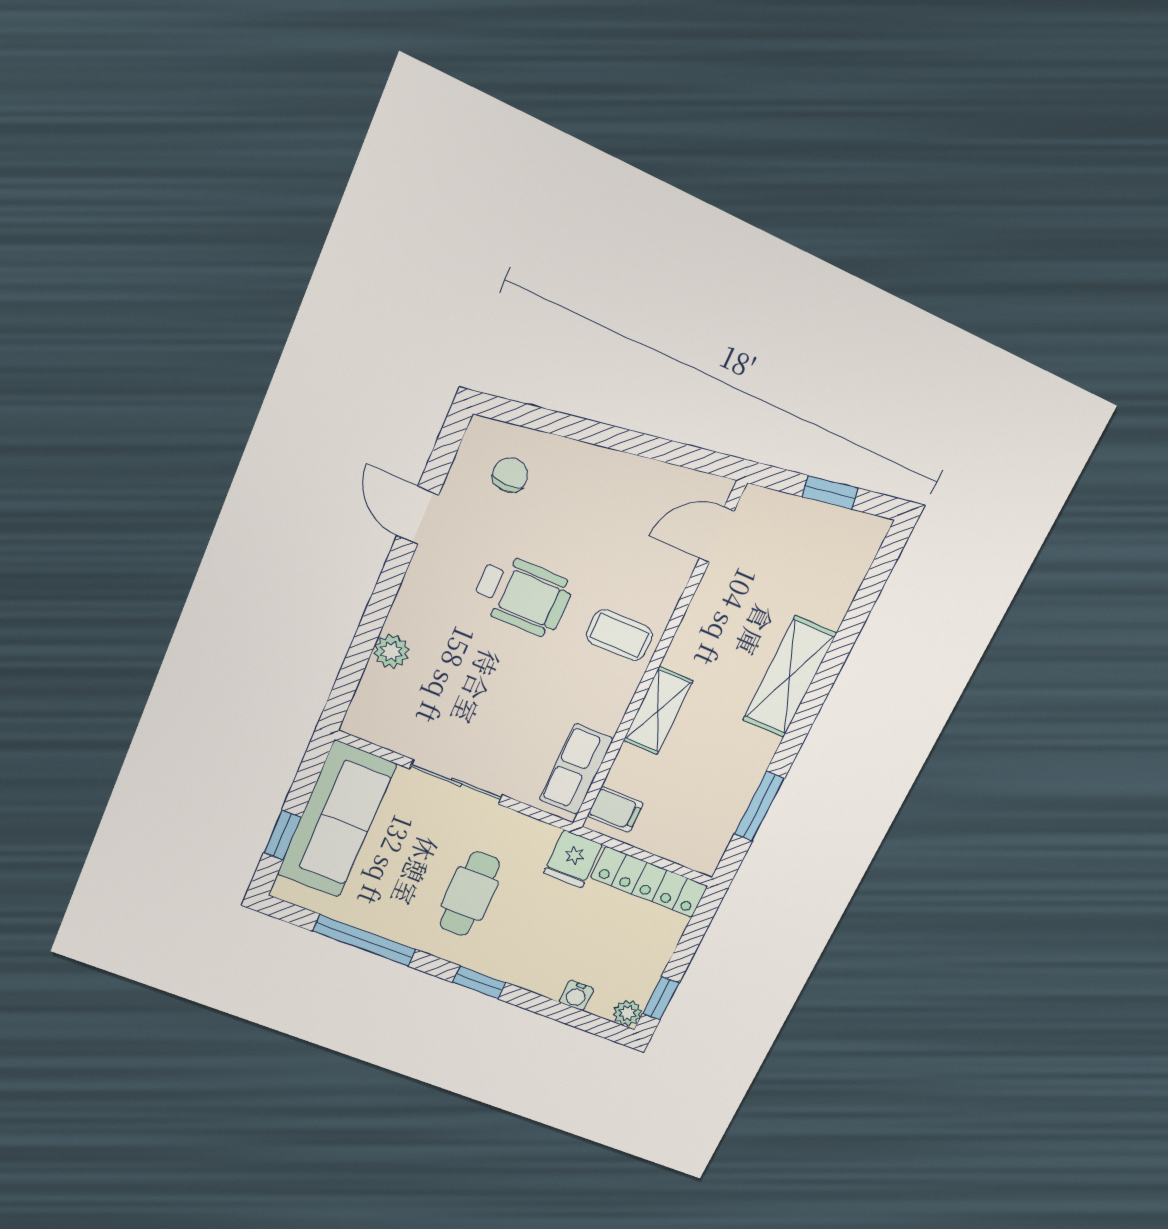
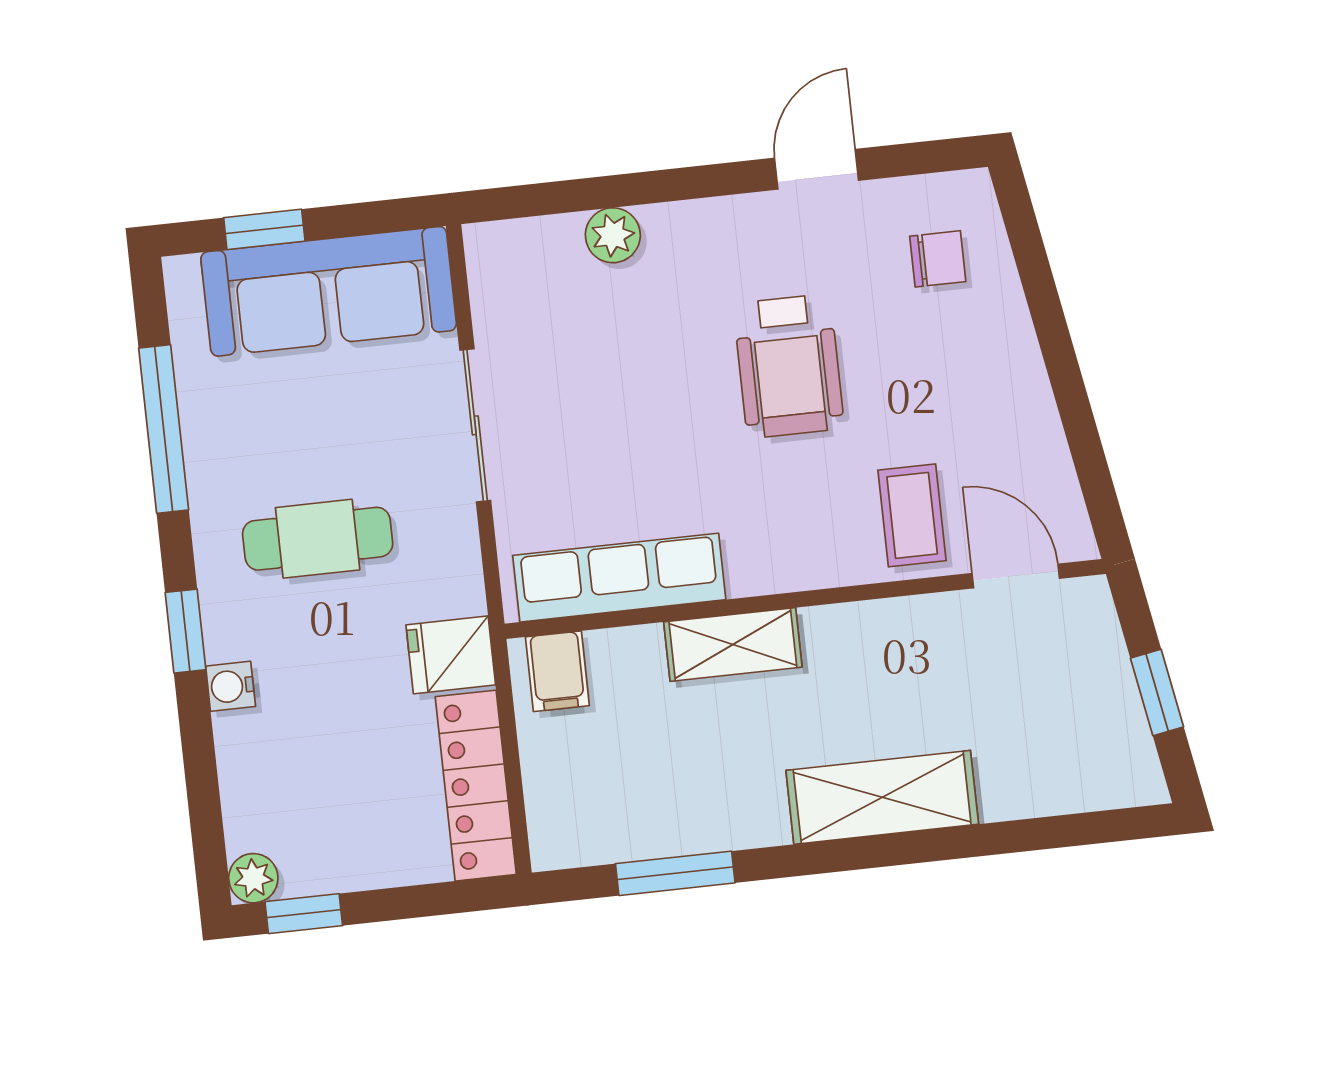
coffee table: (619, 635) -> (912, 515), moved
row of seats: (576, 769) -> (619, 578), width x1.48
water cooler: (576, 995) -> (231, 686), moved

